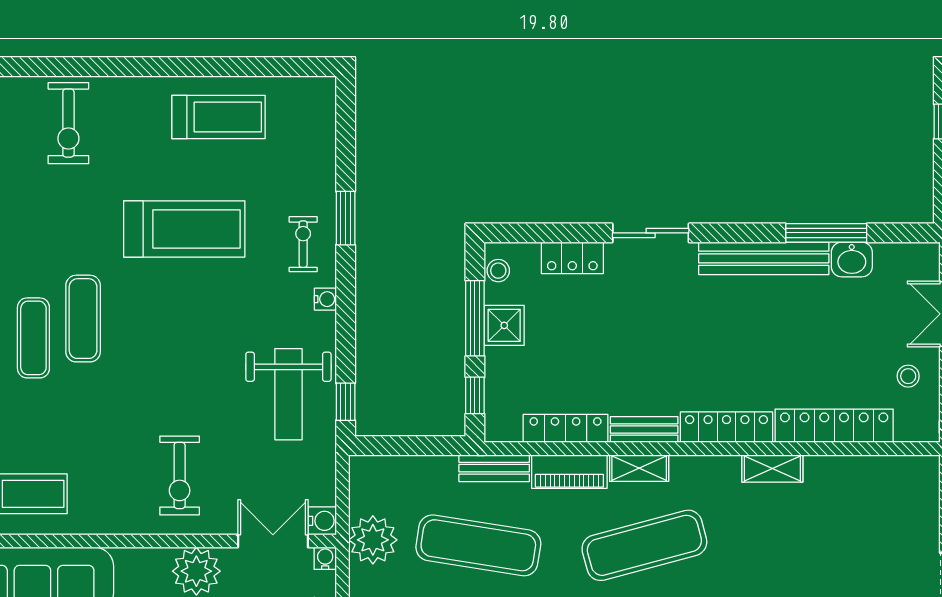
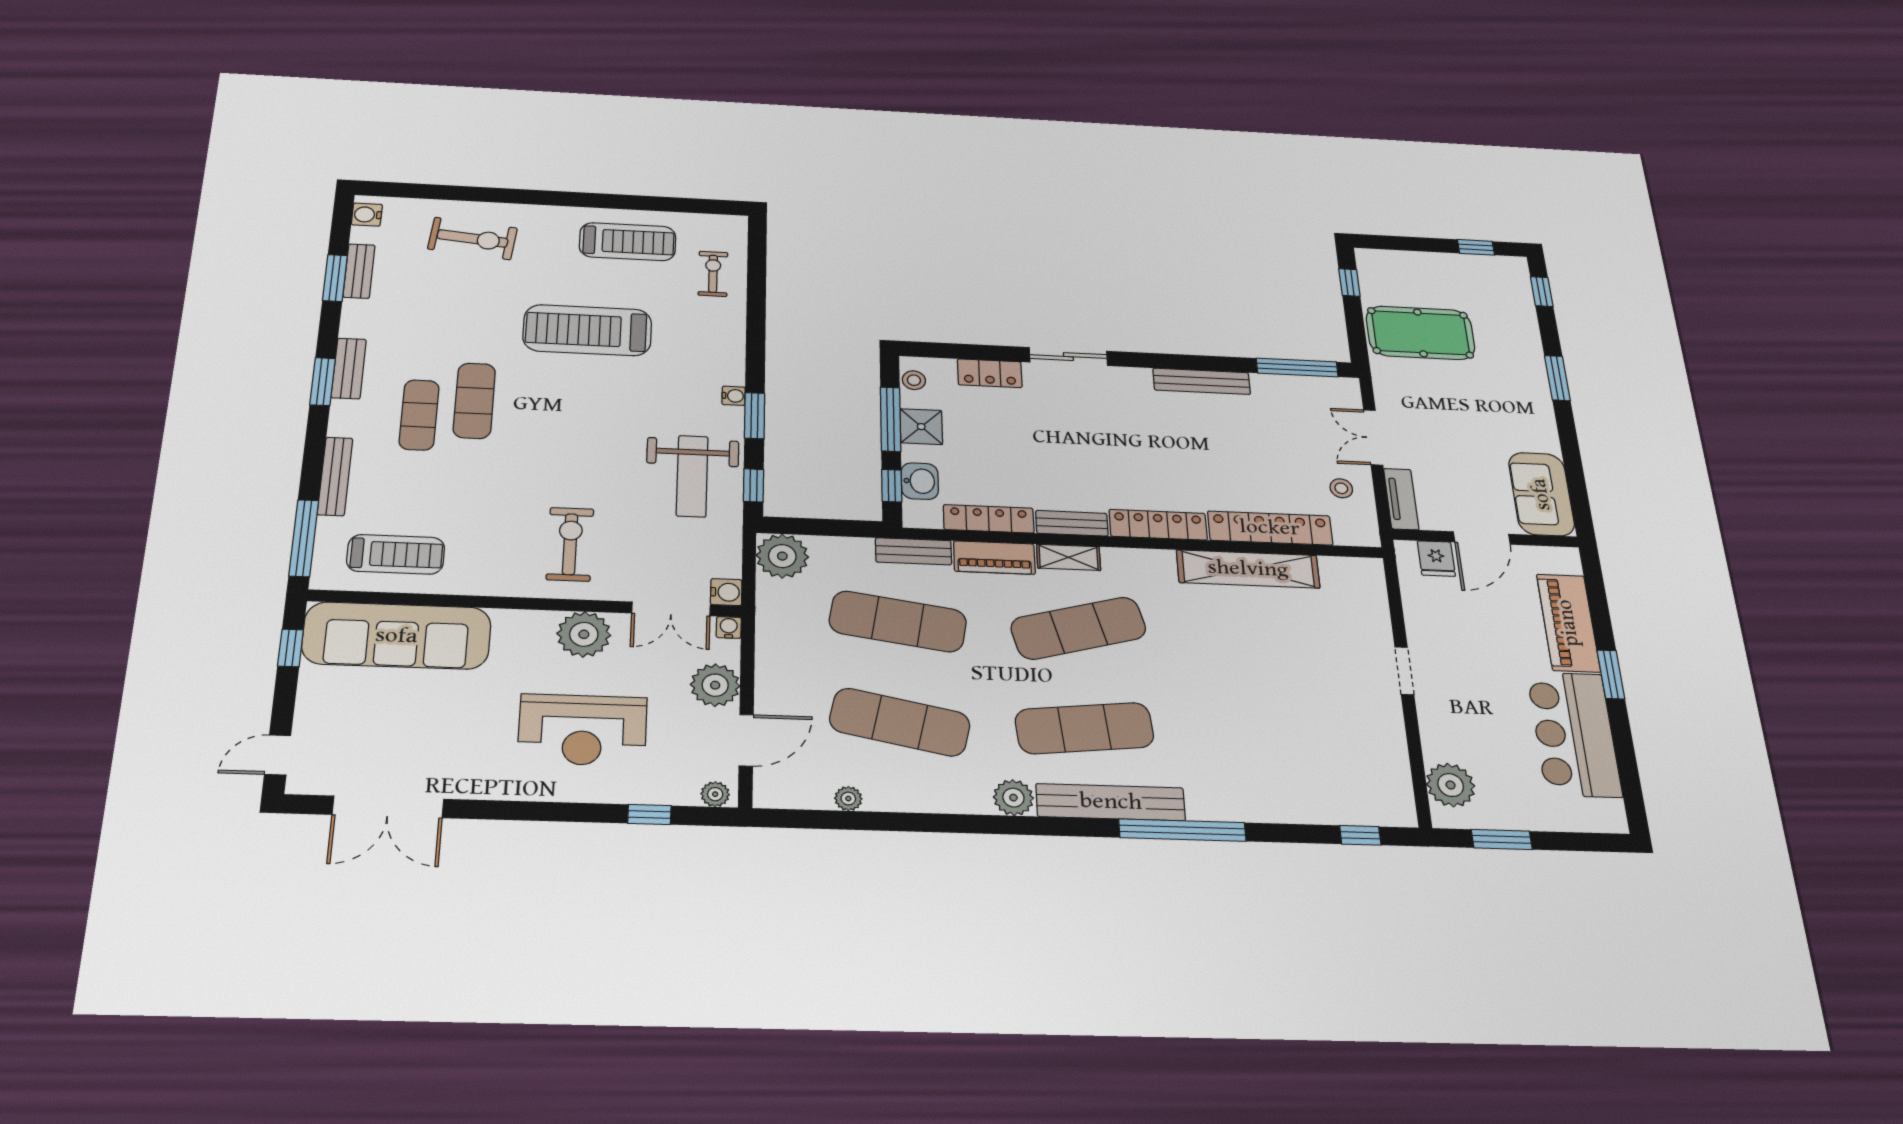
exercise bike: (68, 123) -> (473, 239), turned -84
window: (346, 218) -> (755, 416), moved
treadmill: (184, 229) -> (587, 330), turned 180
window: (826, 233) -> (1297, 368), moved
exercise bike: (303, 244) -> (713, 274), moved
bench: (764, 258) -> (1202, 381), width x0.73, depth x0.82
washbasin: (852, 259) -> (920, 481), moved, turned -90
shelving: (772, 468) -> (1248, 569), width x2.20, depth x1.33
exercise bike: (180, 475) -> (570, 544), turned 180
plant: (373, 540) -> (782, 556), moved
double door: (273, 541) -> (671, 609), swing flipped

